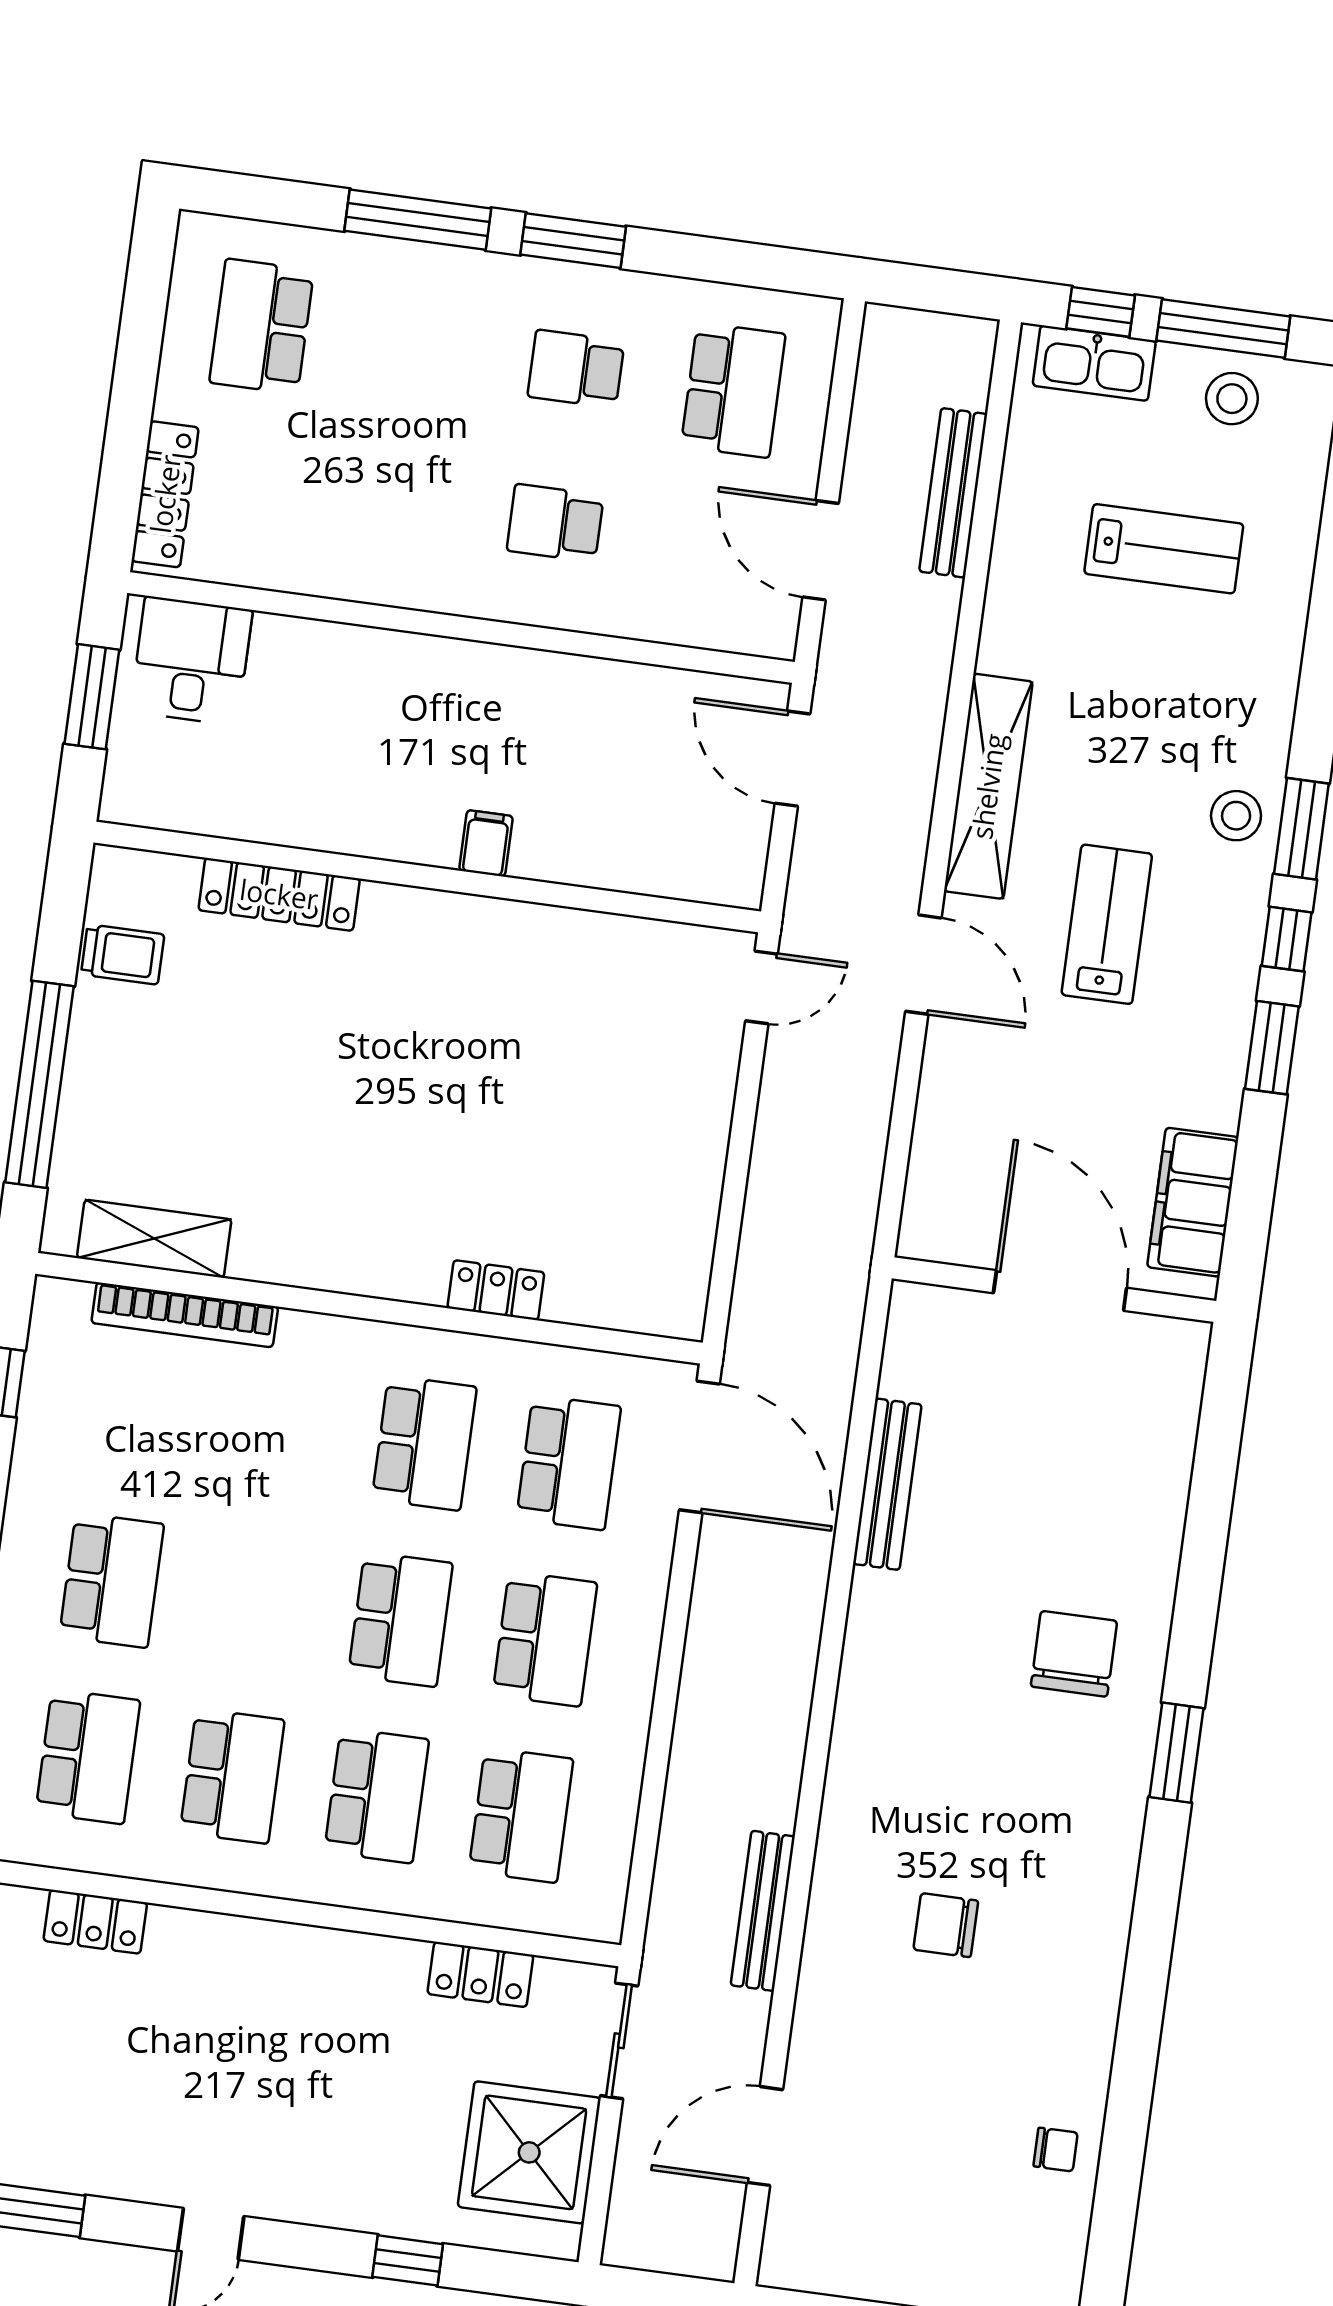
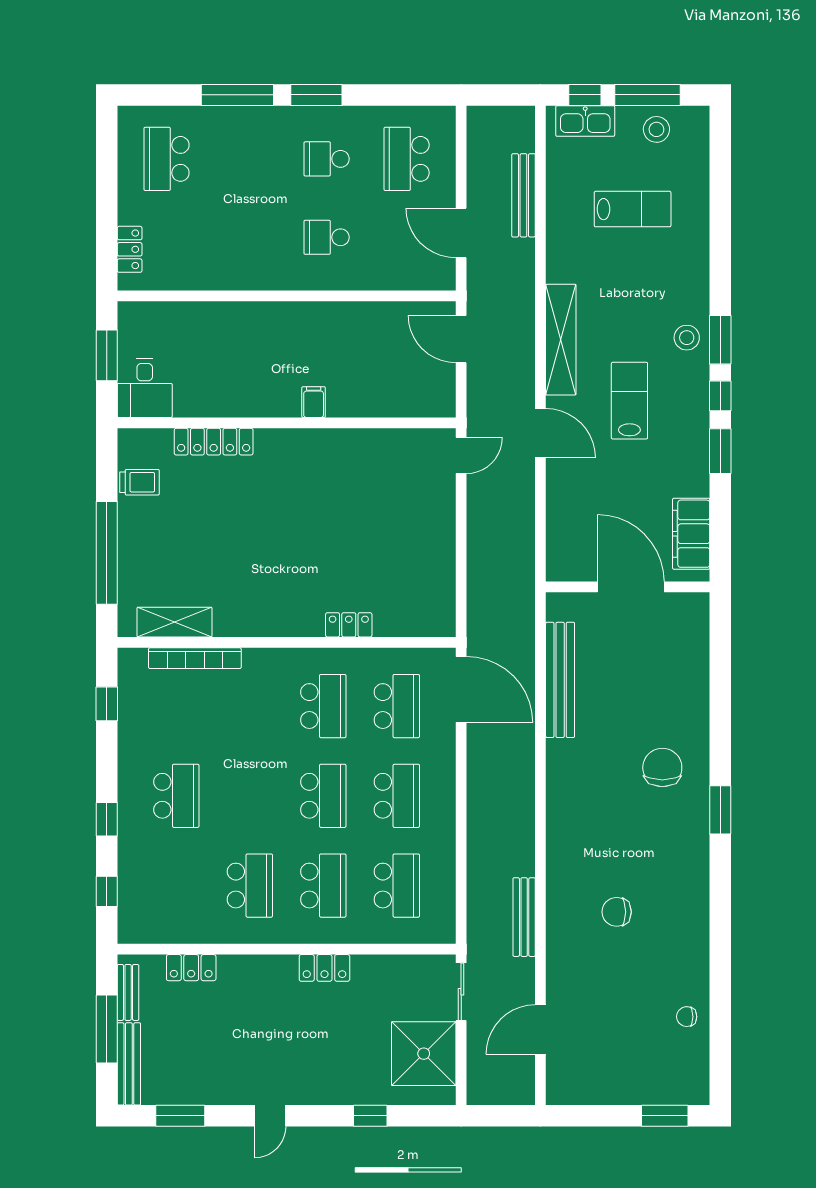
school desk: (733, 390) -> (407, 159), turned 180
locker: (165, 494) -> (130, 249), width x0.66
desk: (191, 661) -> (145, 388), moved, turned 180
bench: (887, 1484) -> (560, 680), width x1.37, depth x1.21
school desk: (88, 1757) -> (176, 886), removed
locker: (480, 1974) -> (324, 968), moved
chair: (1056, 2149) -> (687, 1017), turned 180

